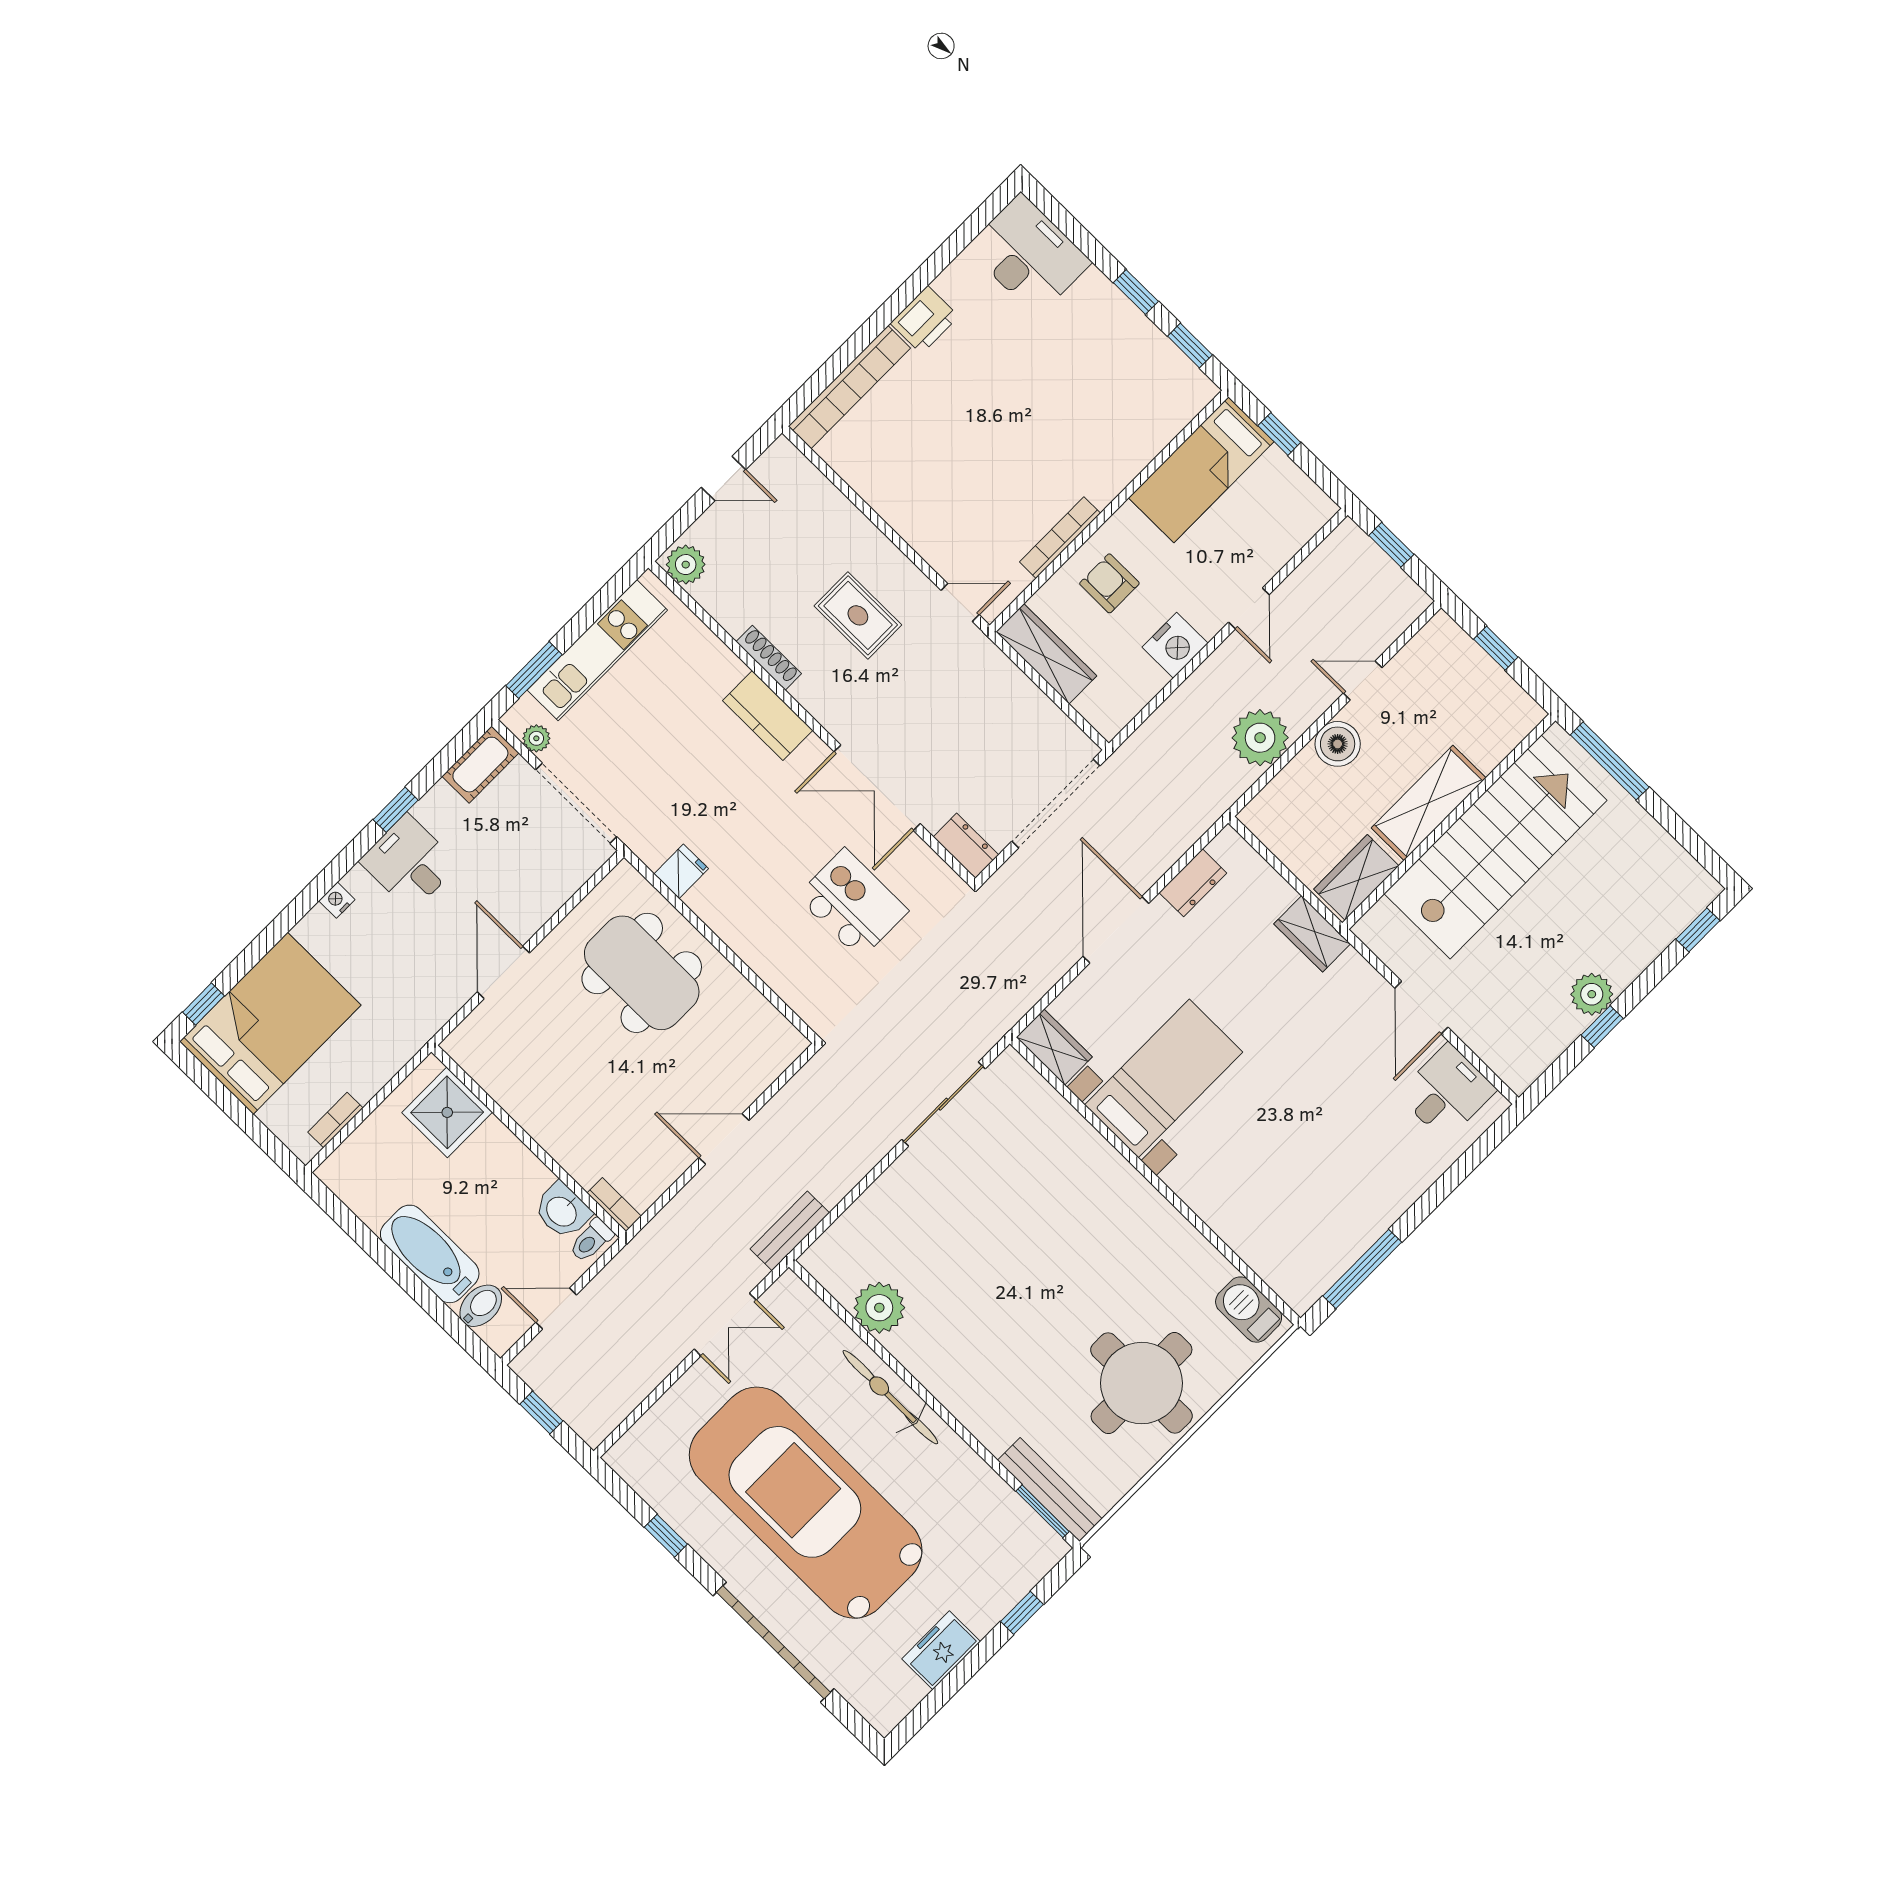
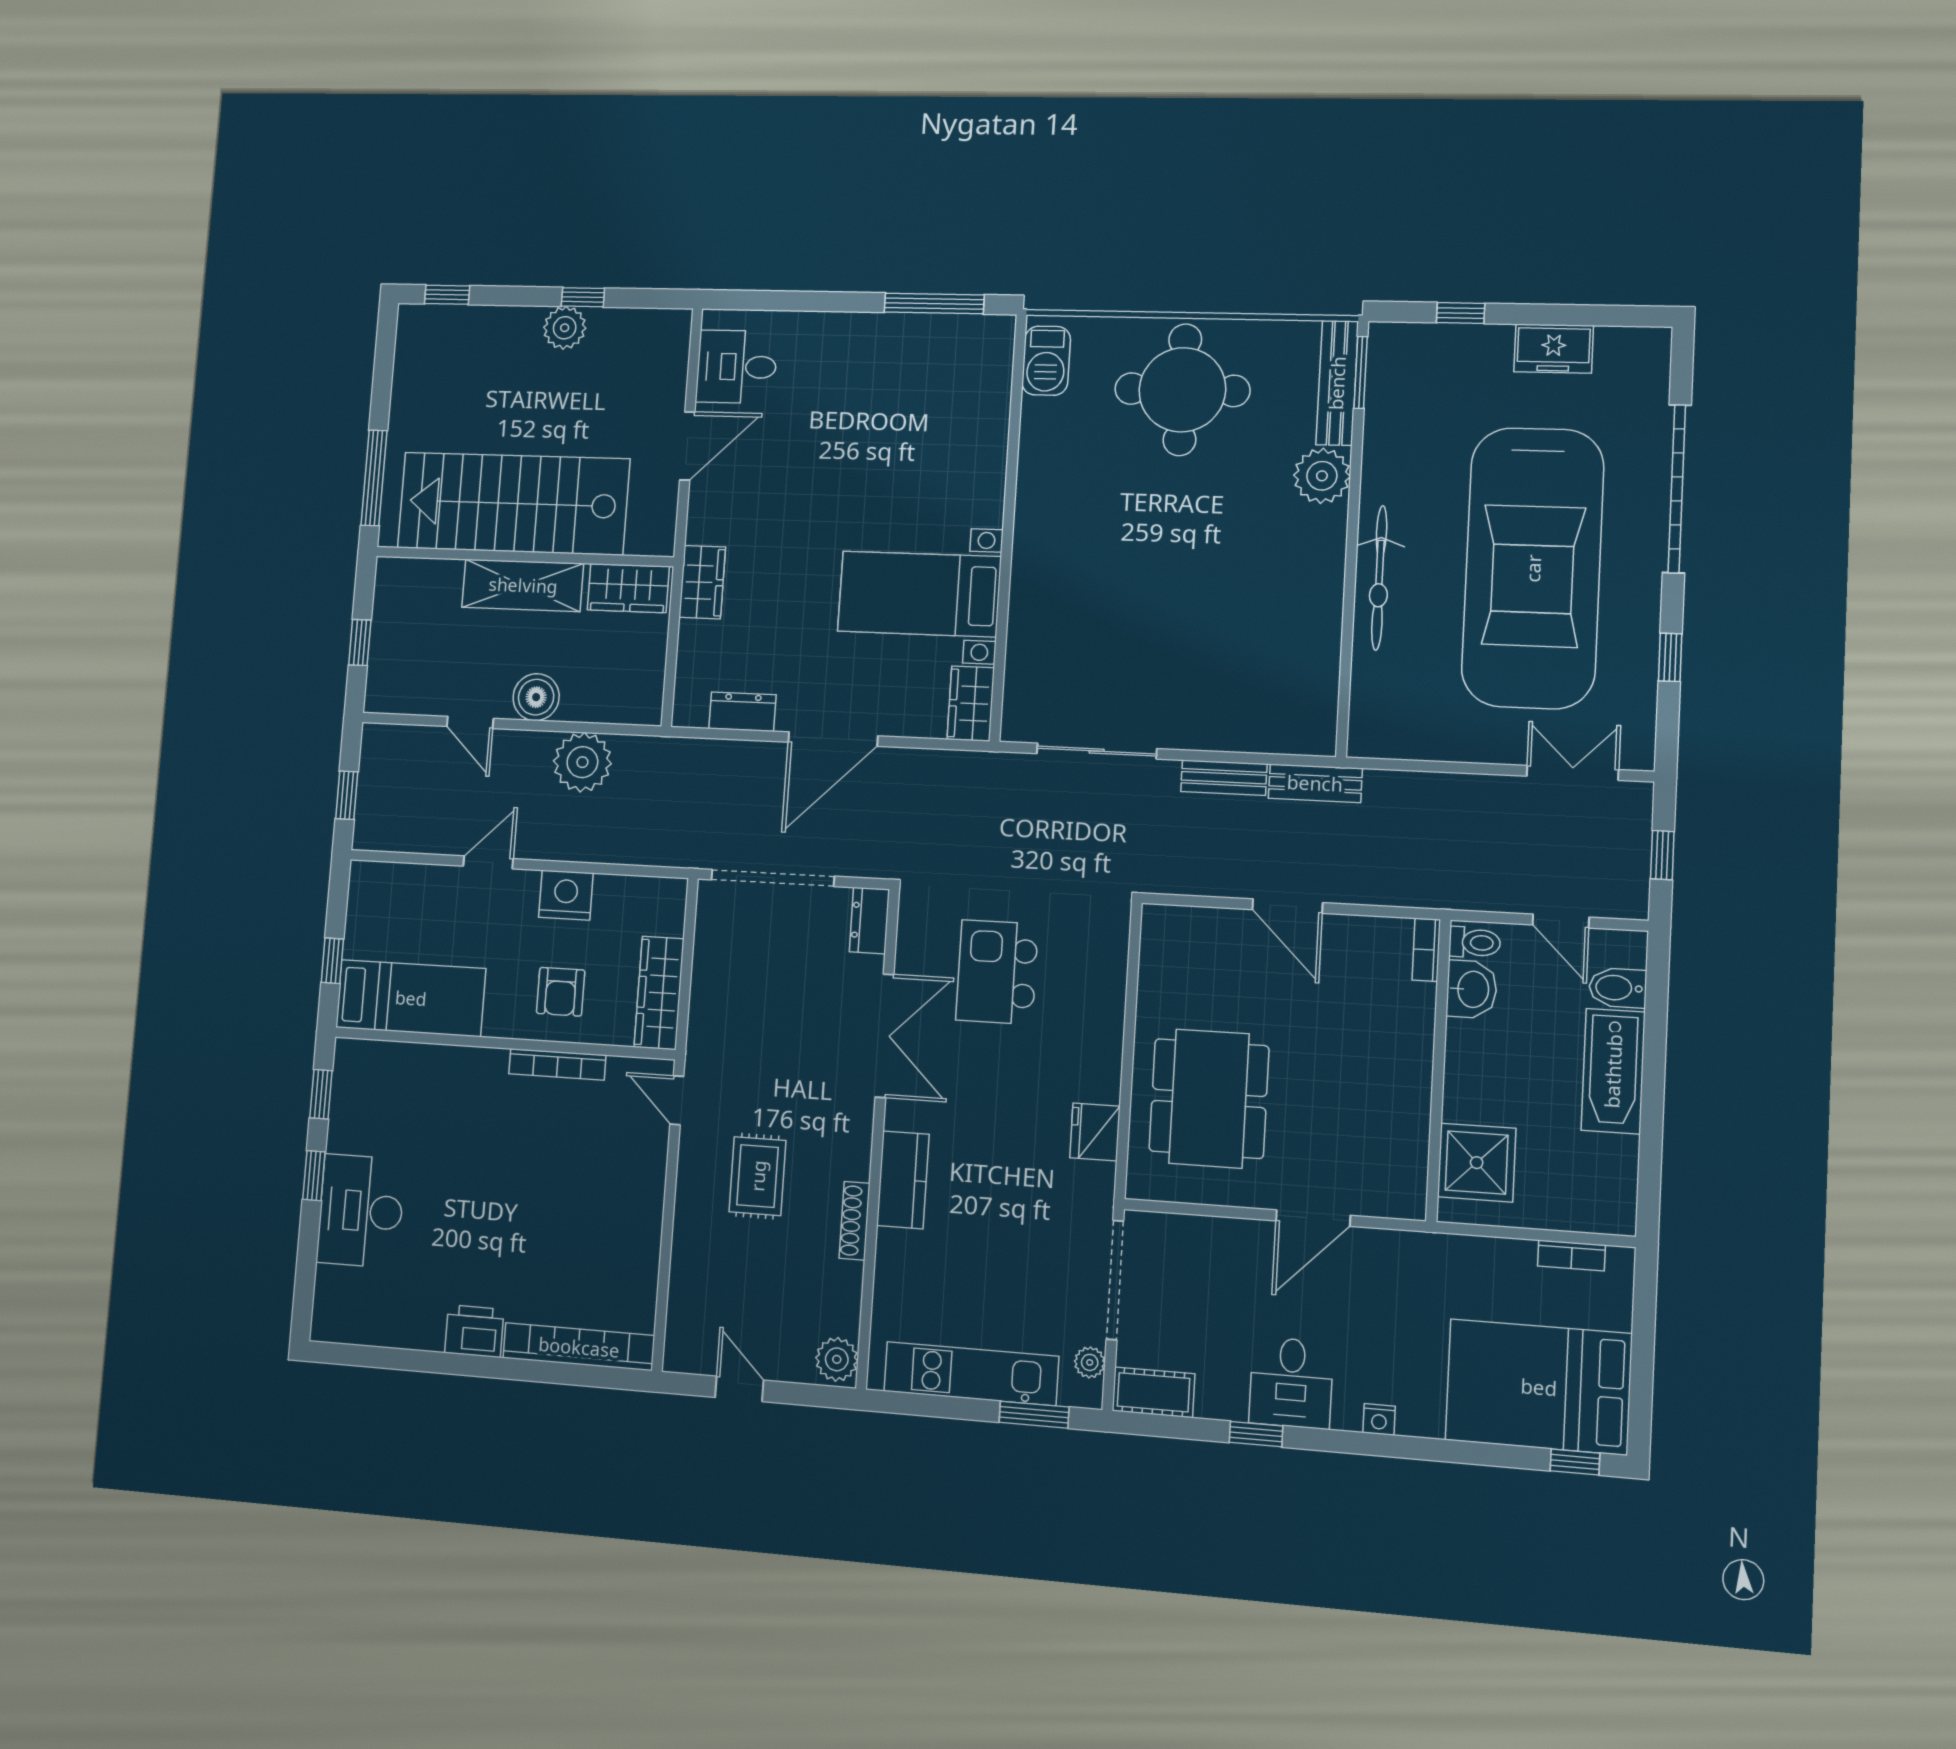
desk: (1029, 255) -> (361, 1211), moved
fridge: (681, 871) -> (1095, 1132), width x1.38
bench: (848, 1174) -> (1224, 778), added
plant: (879, 1308) -> (1322, 476), moved
double door: (725, 1325) -> (1573, 773), moved

